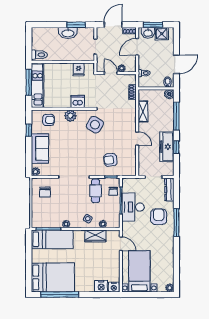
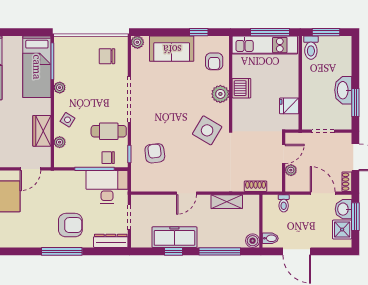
window: (29, 45) -> (326, 32), added
dishwasher: (78, 102) -> (241, 88), moved
desk: (133, 207) -> (107, 187), moved

